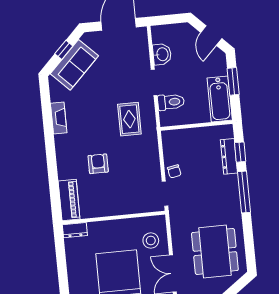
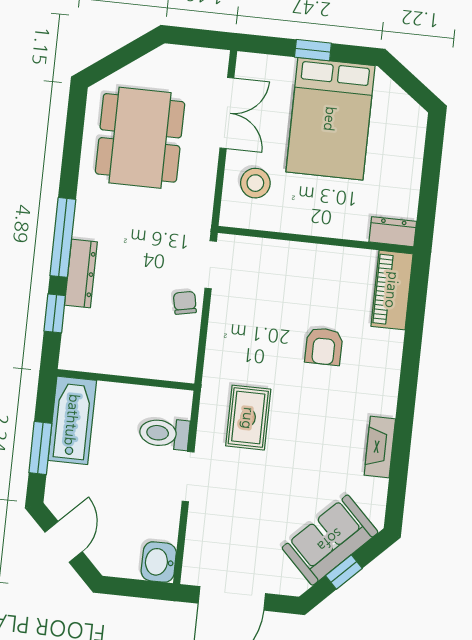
washbasin: (162, 54) -> (159, 562), moved
dresser: (229, 156) -> (81, 273), moved

